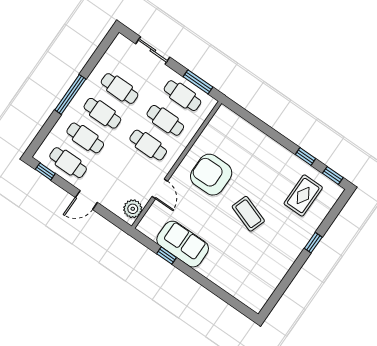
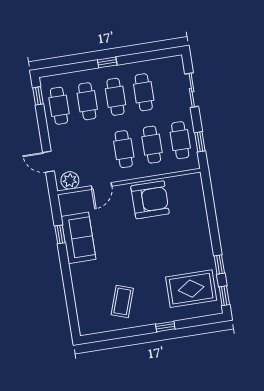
window: (198, 82) -> (200, 142), width x0.67
window: (70, 94) -> (107, 62), width x0.46
armchair: (211, 175) -> (150, 200), moved, turned 90
rug: (303, 196) -> (191, 289), width x1.36, depth x1.43
door: (86, 200) -> (48, 162), moved
coffee table: (248, 214) -> (122, 301), moved

